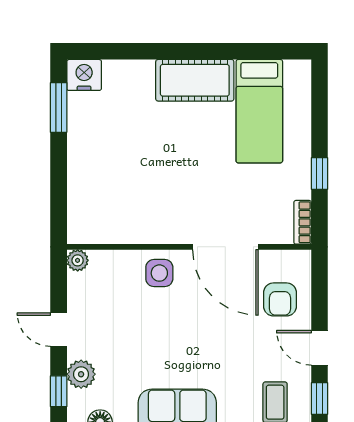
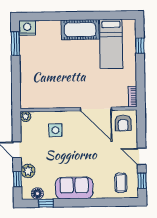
window: (319, 174) -> (140, 46), moved
side table: (159, 273) -> (55, 130), moved
armchair: (280, 299) -> (123, 123), moved

